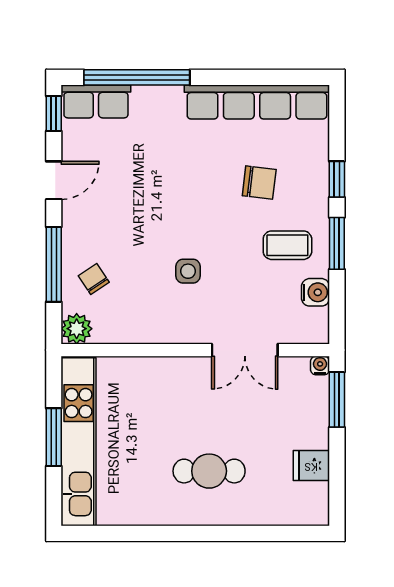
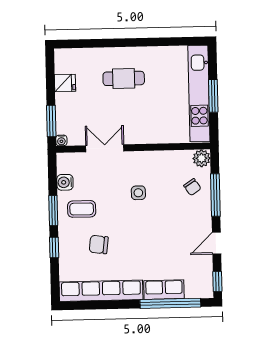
row of seats: (96, 101) -> (164, 290), moved

